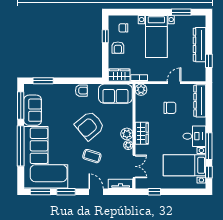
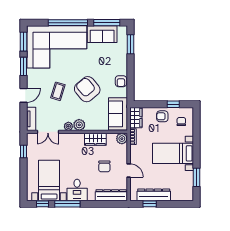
dresser: (199, 45) -> (154, 195), moved
wardrobe: (142, 133) -> (95, 139), moved

